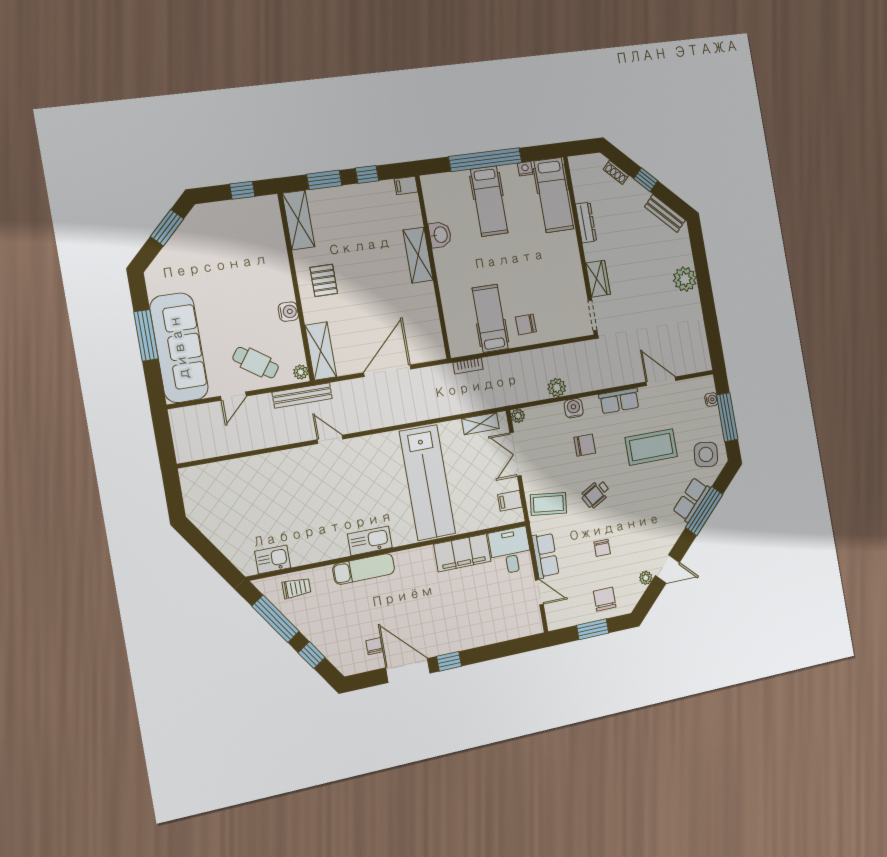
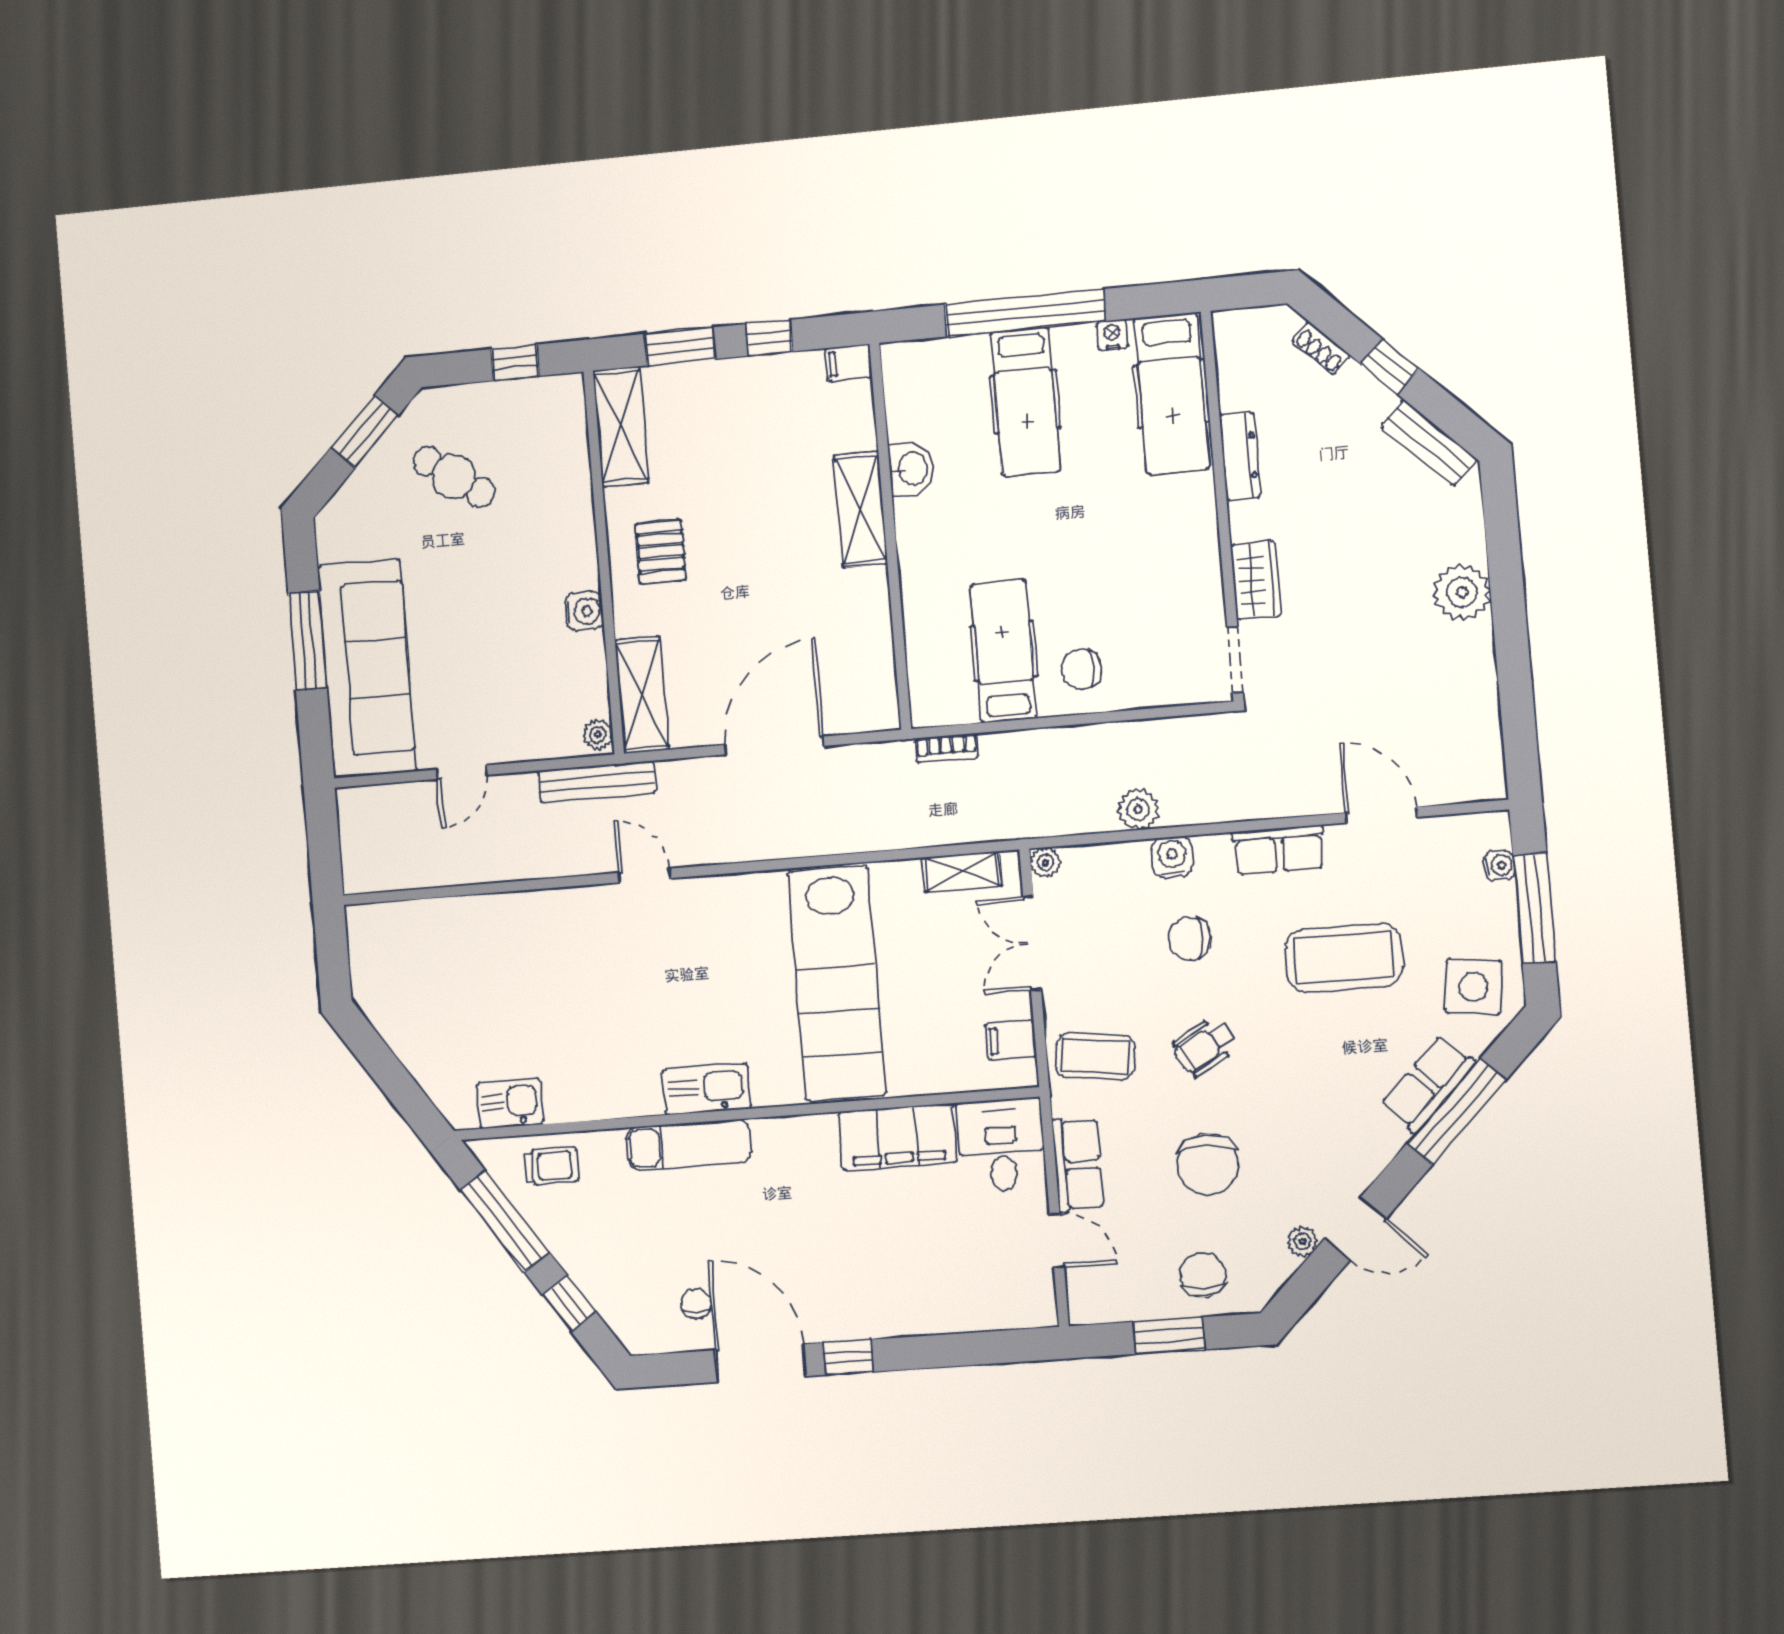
cafe table: (256, 363) -> (454, 477), moved
chair: (585, 445) -> (1190, 939), turned 180
chair: (602, 548) -> (1208, 1164), width x1.87, depth x1.87

